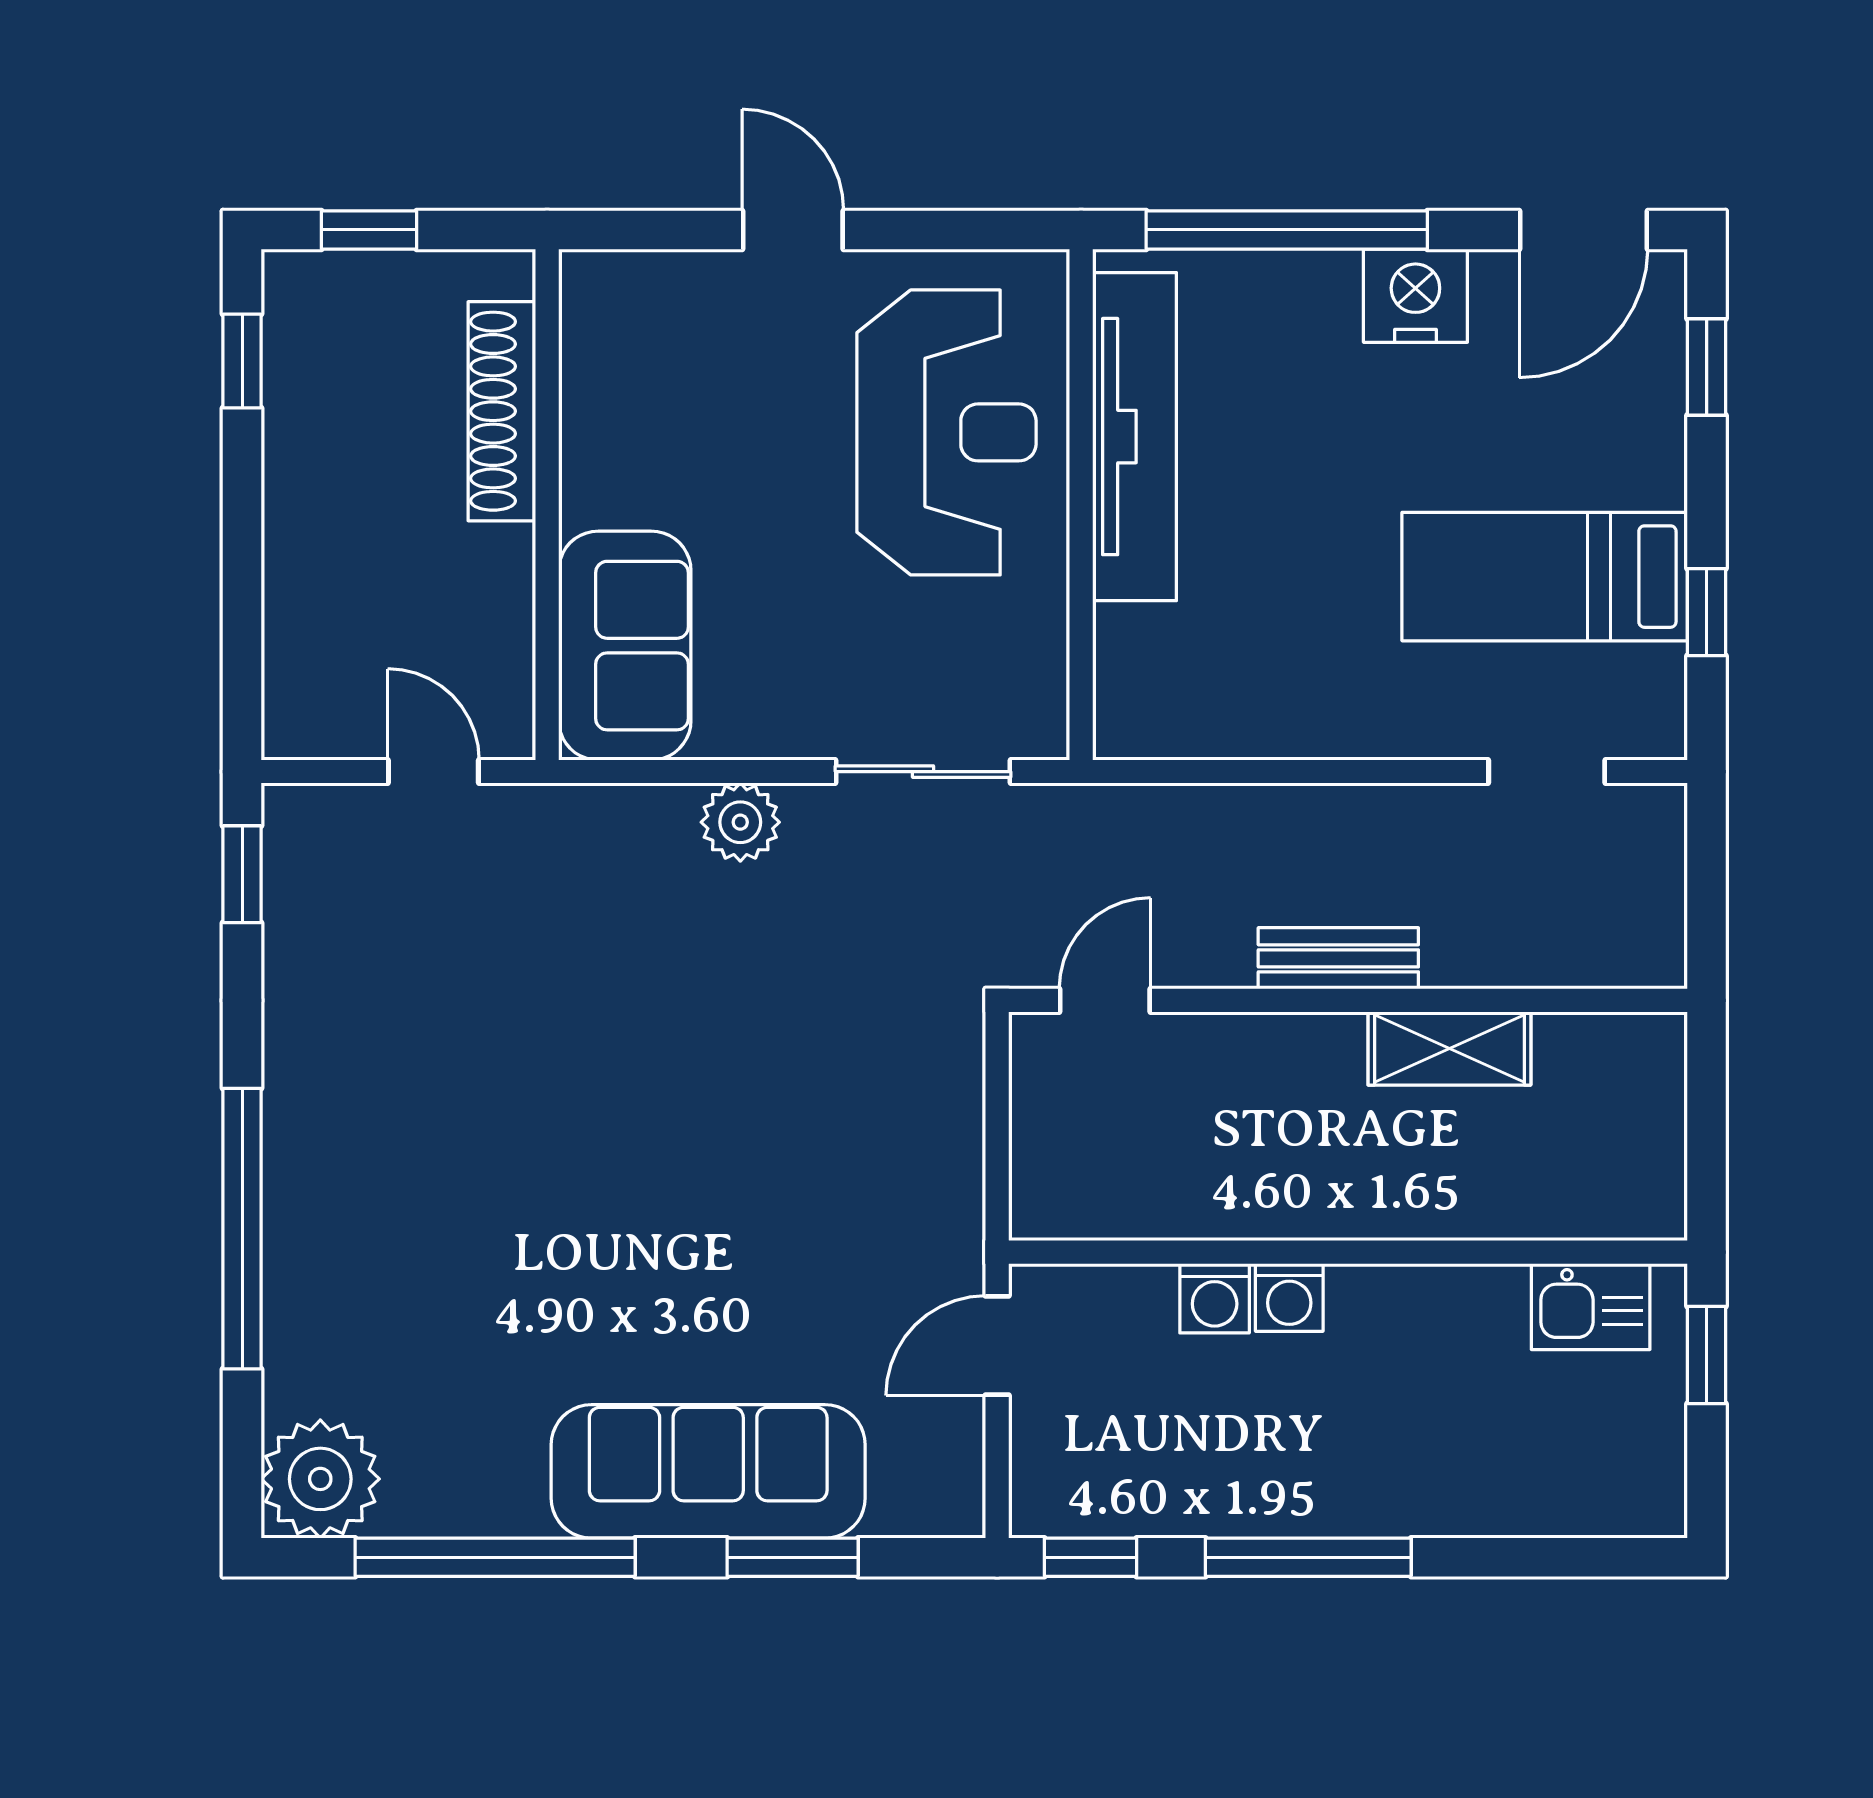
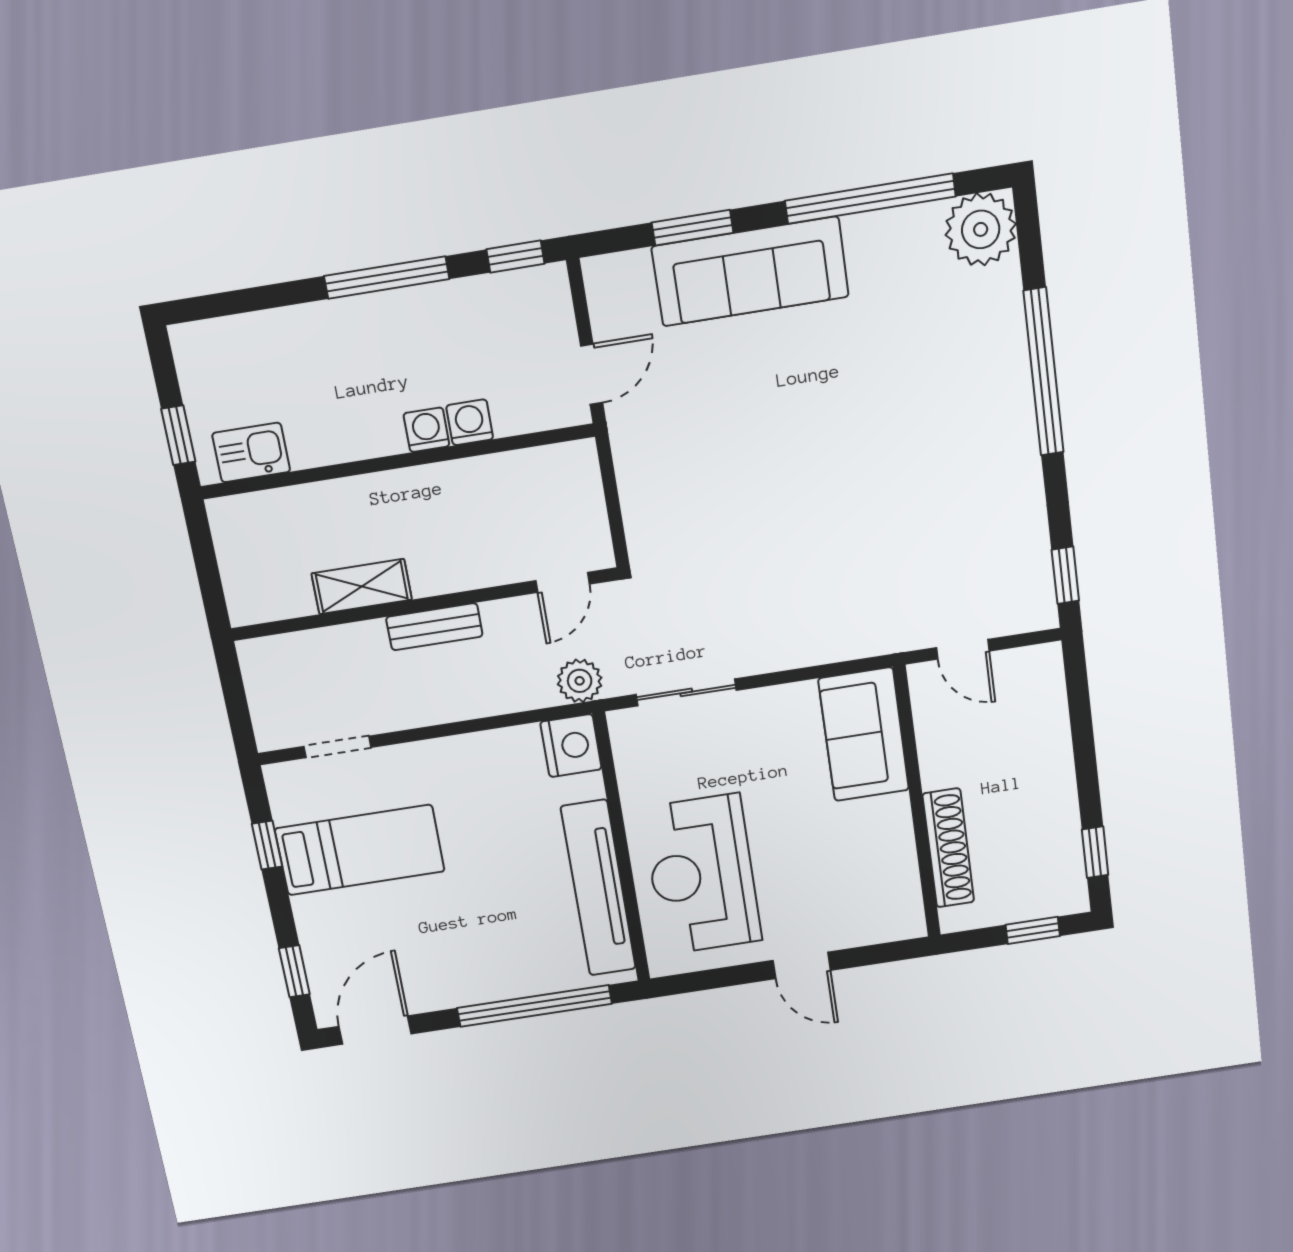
nightstand: (1415, 296) -> (571, 746), moved, turned -90
plant: (740, 822) -> (580, 681), moved

